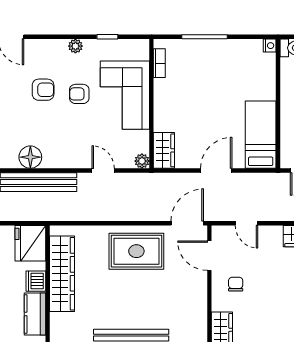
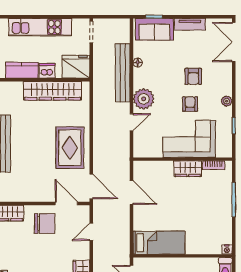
wardrobe: (164, 150) -> (188, 169), moved
floor lamp: (30, 157) -> (138, 63), width x0.53, depth x0.53
plant: (142, 161) -> (144, 99), moved, width x1.88, depth x1.88
door: (216, 170) -> (132, 192), moved
door: (209, 256) -> (66, 203), hinge flipped
chair: (236, 284) -> (45, 224), width x1.87, depth x1.87

